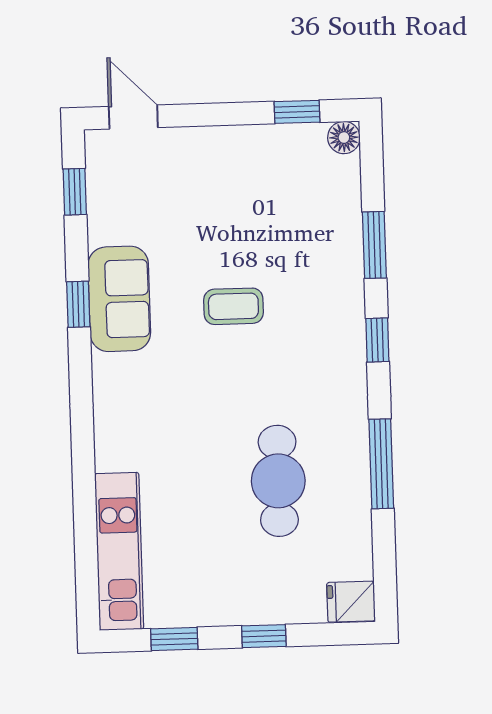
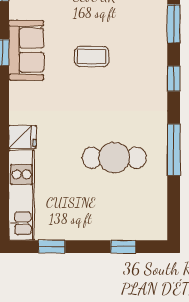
cafe table: (278, 481) -> (114, 158), turned 90
fridge: (351, 602) -> (22, 137), moved, turned 180
window: (264, 636) -> (123, 247), moved

